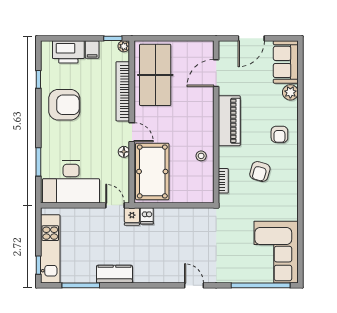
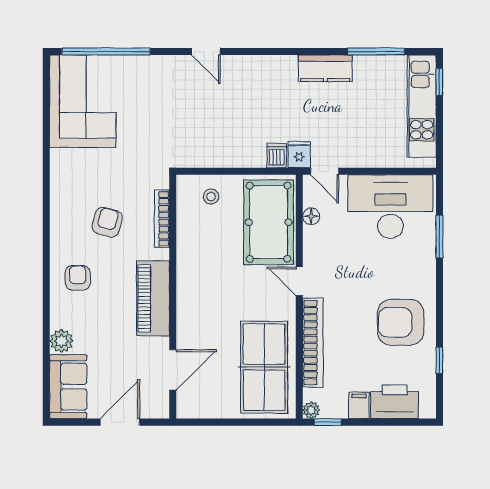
floor lamp: (124, 152) -> (311, 216), moved
stool: (201, 156) -> (211, 197), moved
bookcase: (223, 181) -> (162, 219), width x1.56

